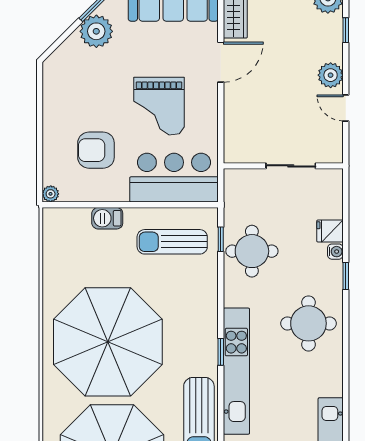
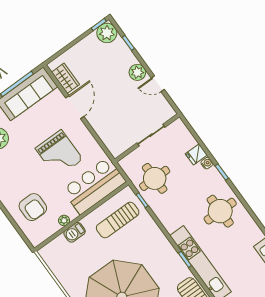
armchair: (96, 150) -> (33, 207), moved, turned -90
plant: (51, 194) -> (64, 220), moved
round table: (252, 251) -> (155, 178), moved

